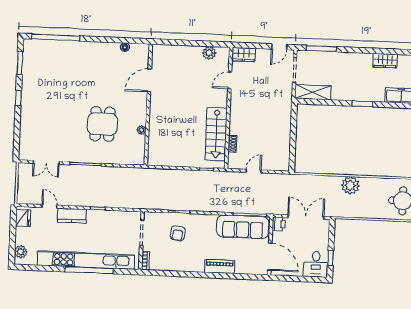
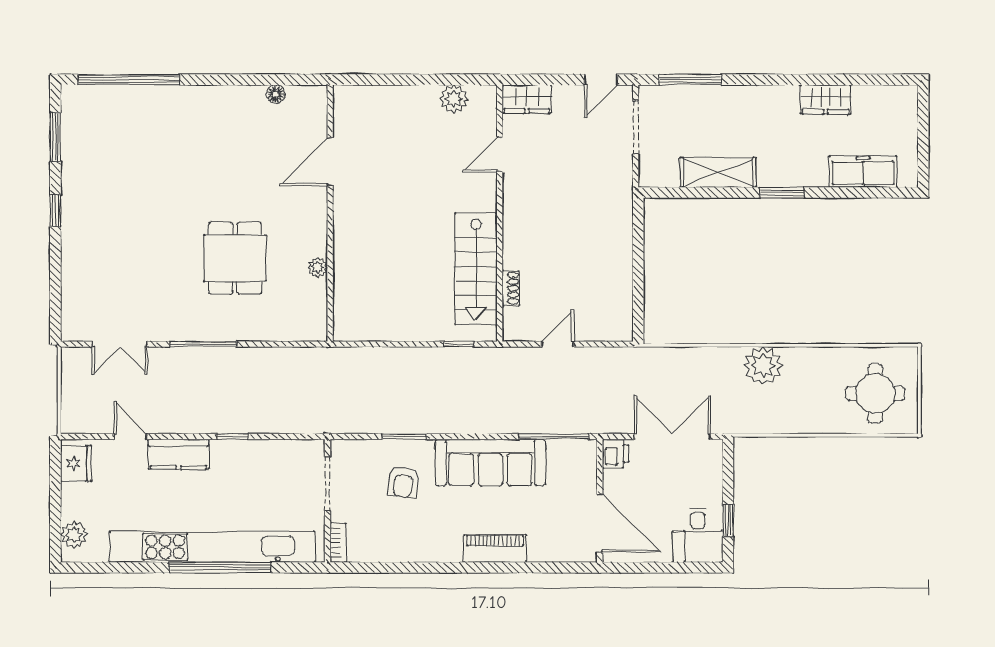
shelving: (313, 92) -> (718, 172), moved
sofa: (243, 227) -> (490, 462), moved

